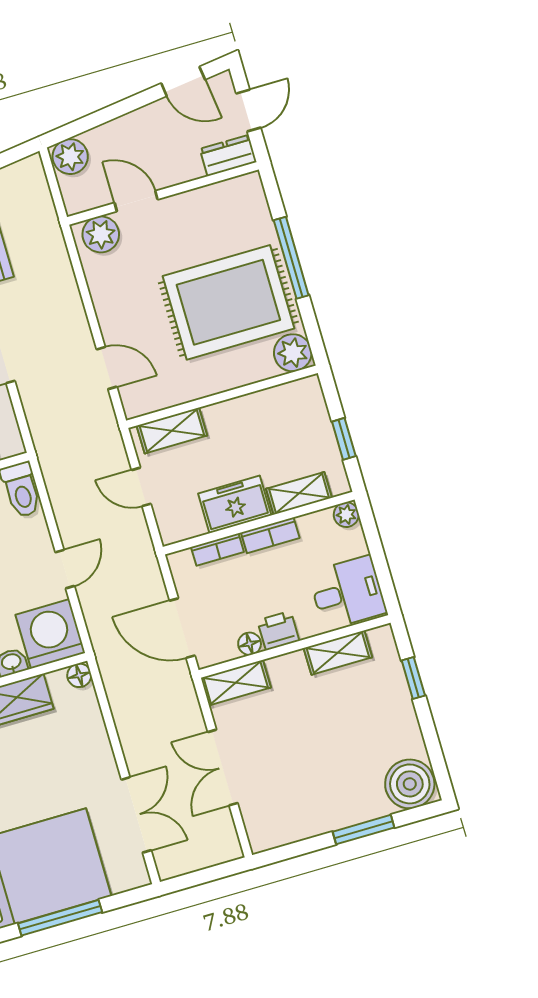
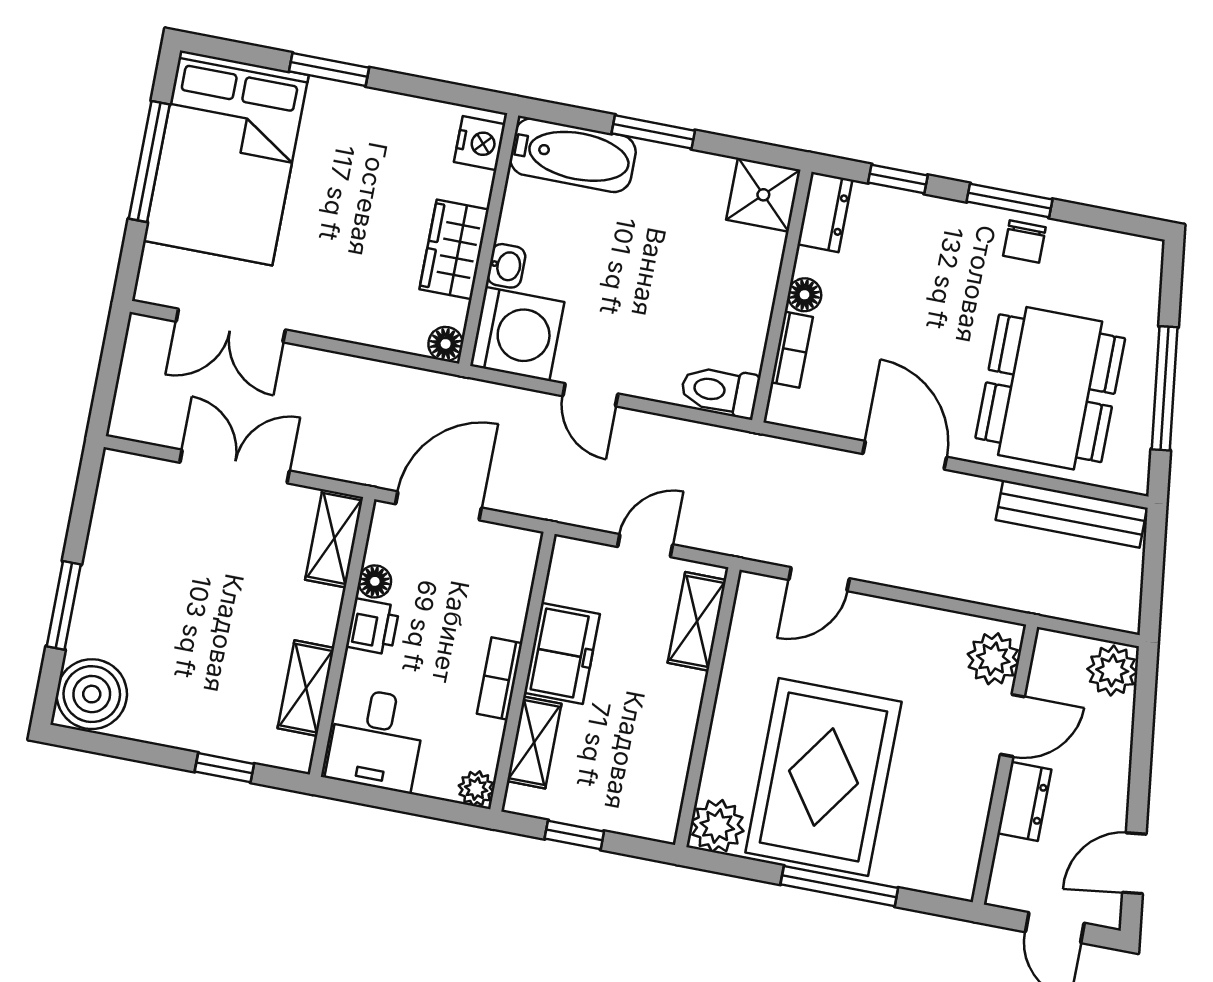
dresser: (228, 155) -> (1024, 801), moved
bookcase: (217, 549) -> (516, 602), removed

